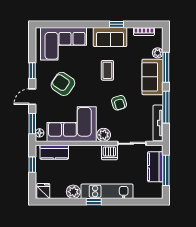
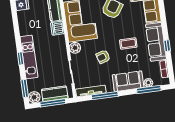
sofa: (110, 37) -> (156, 42), width x1.36
window: (166, 67) -> (149, 90), moved
dishwasher: (109, 152) -> (57, 28), moved
plant: (73, 192) -> (34, 97), moved
window: (94, 202) -> (21, 59), moved
window: (144, 202) -> (25, 88), added

